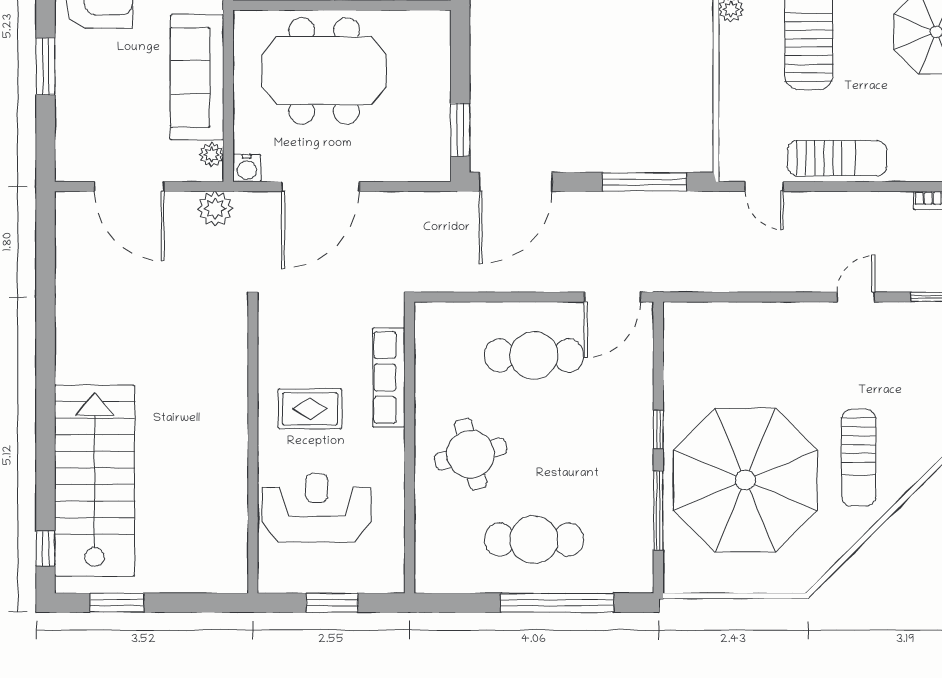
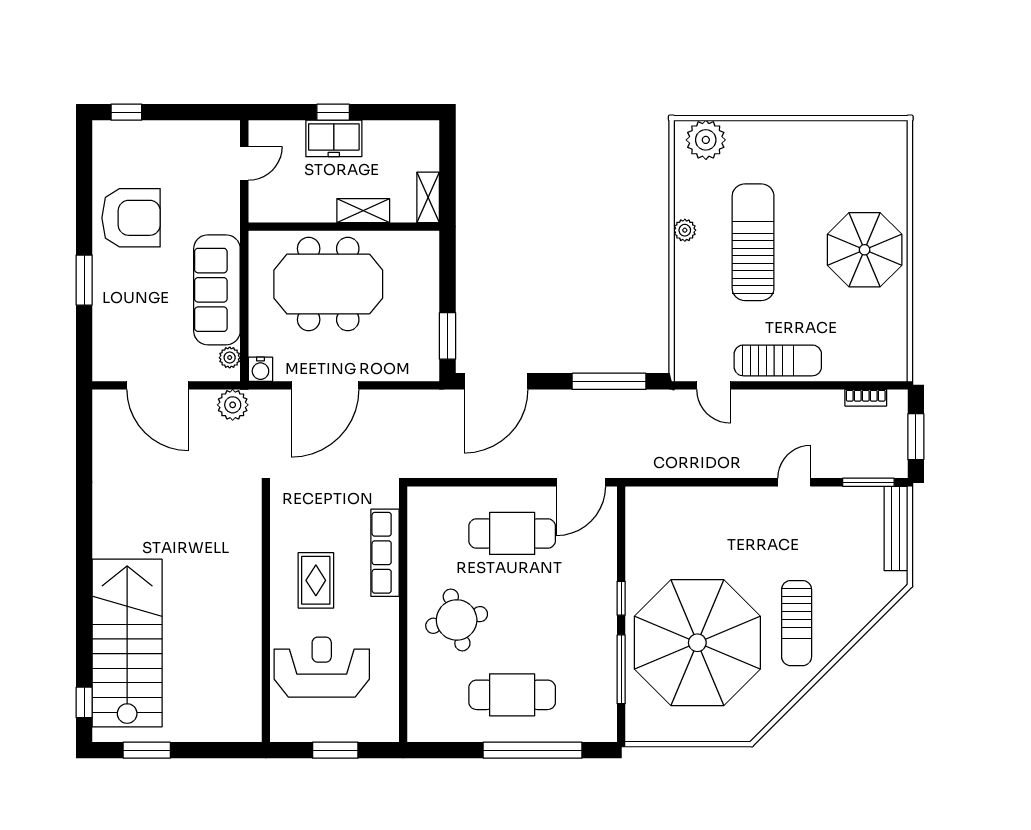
rug: (310, 409) -> (316, 580), turned 90

